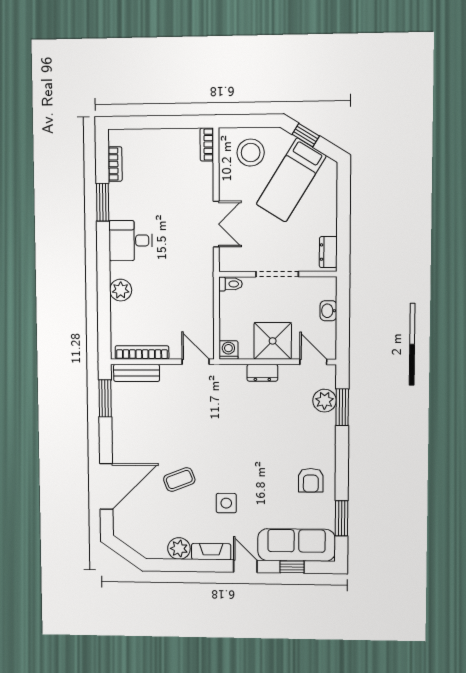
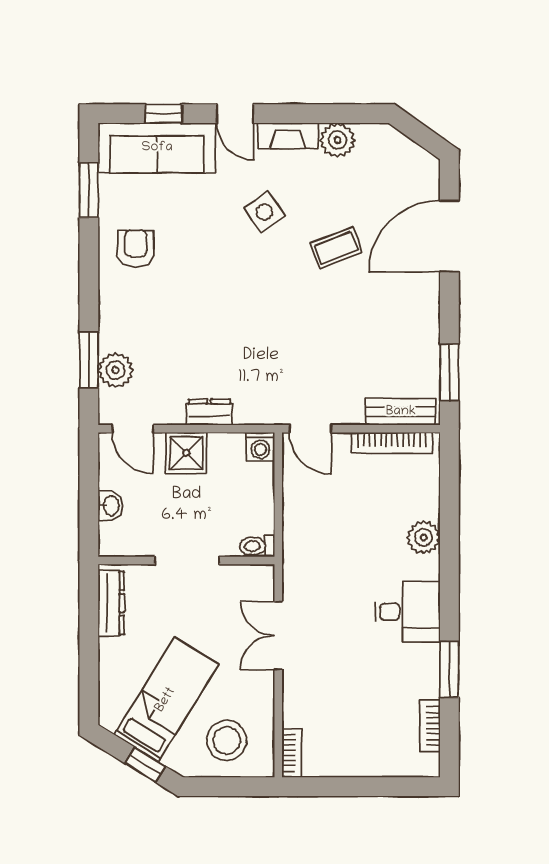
dresser: (328, 252) -> (111, 603), width x1.44
shower: (273, 341) -> (186, 453), width x0.73, depth x0.73
side table: (226, 503) -> (264, 212), turned -34

